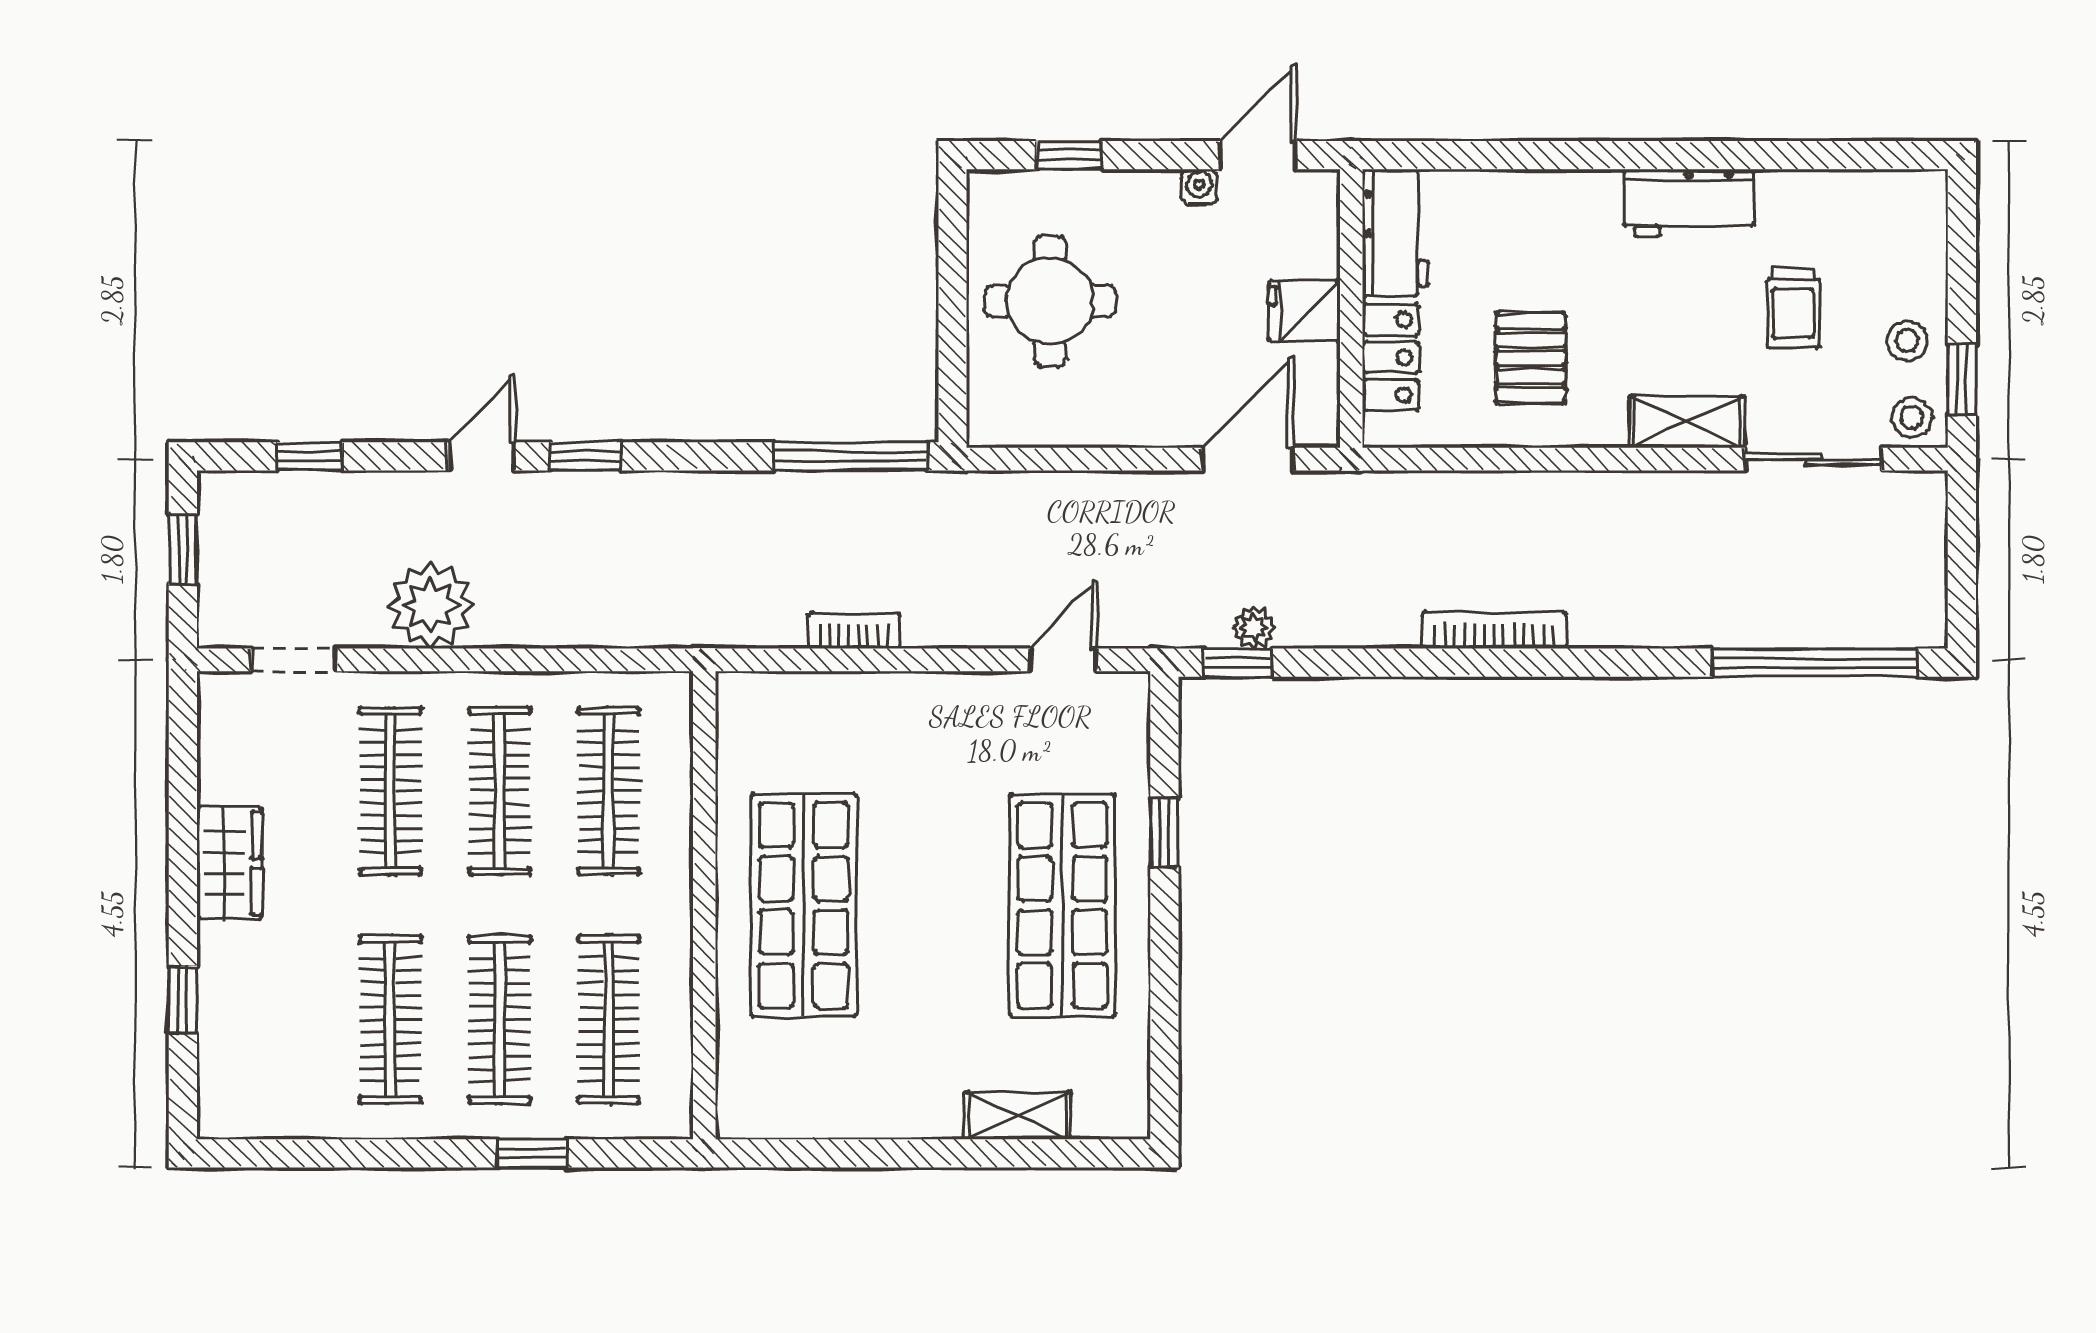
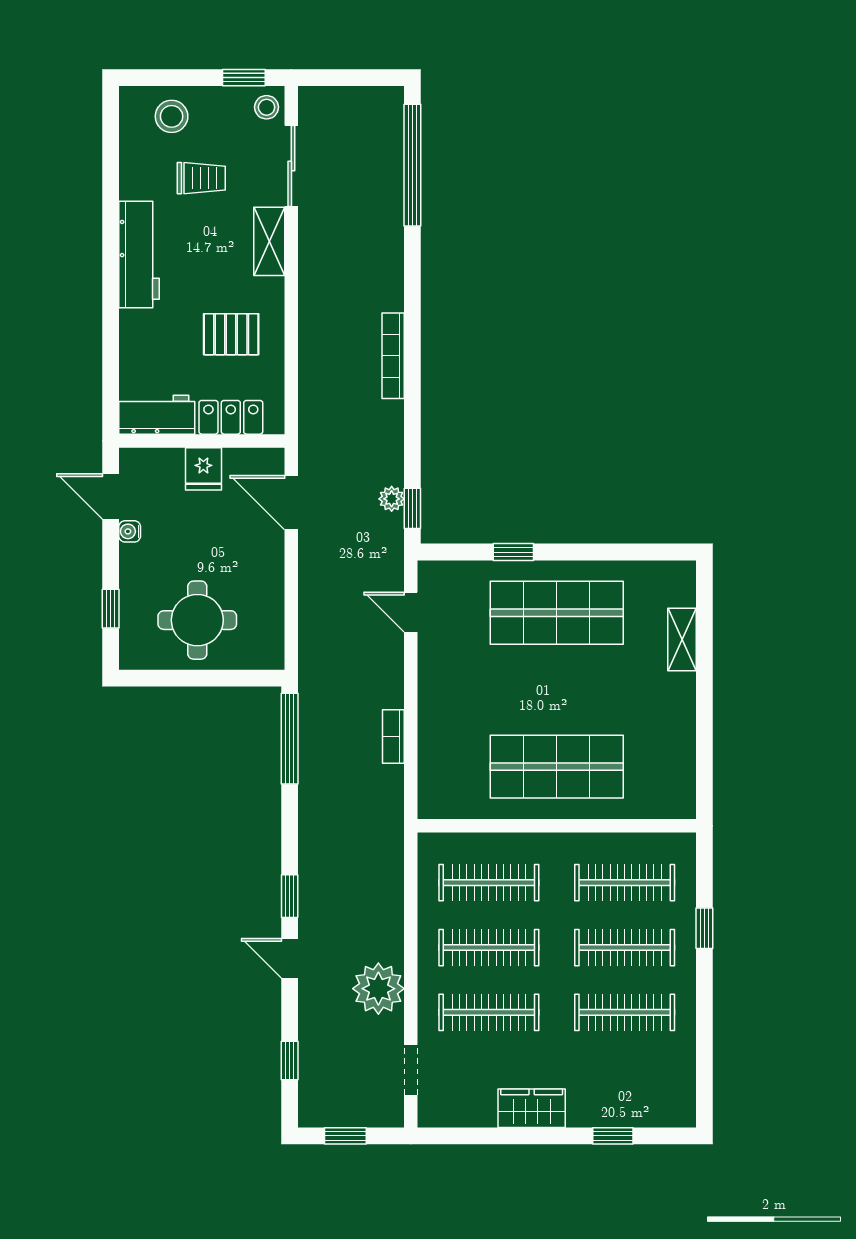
workbench: (1689, 203) -> (139, 255), width x1.38
stool: (1907, 341) -> (172, 116), moved, width x1.37, depth x1.37

